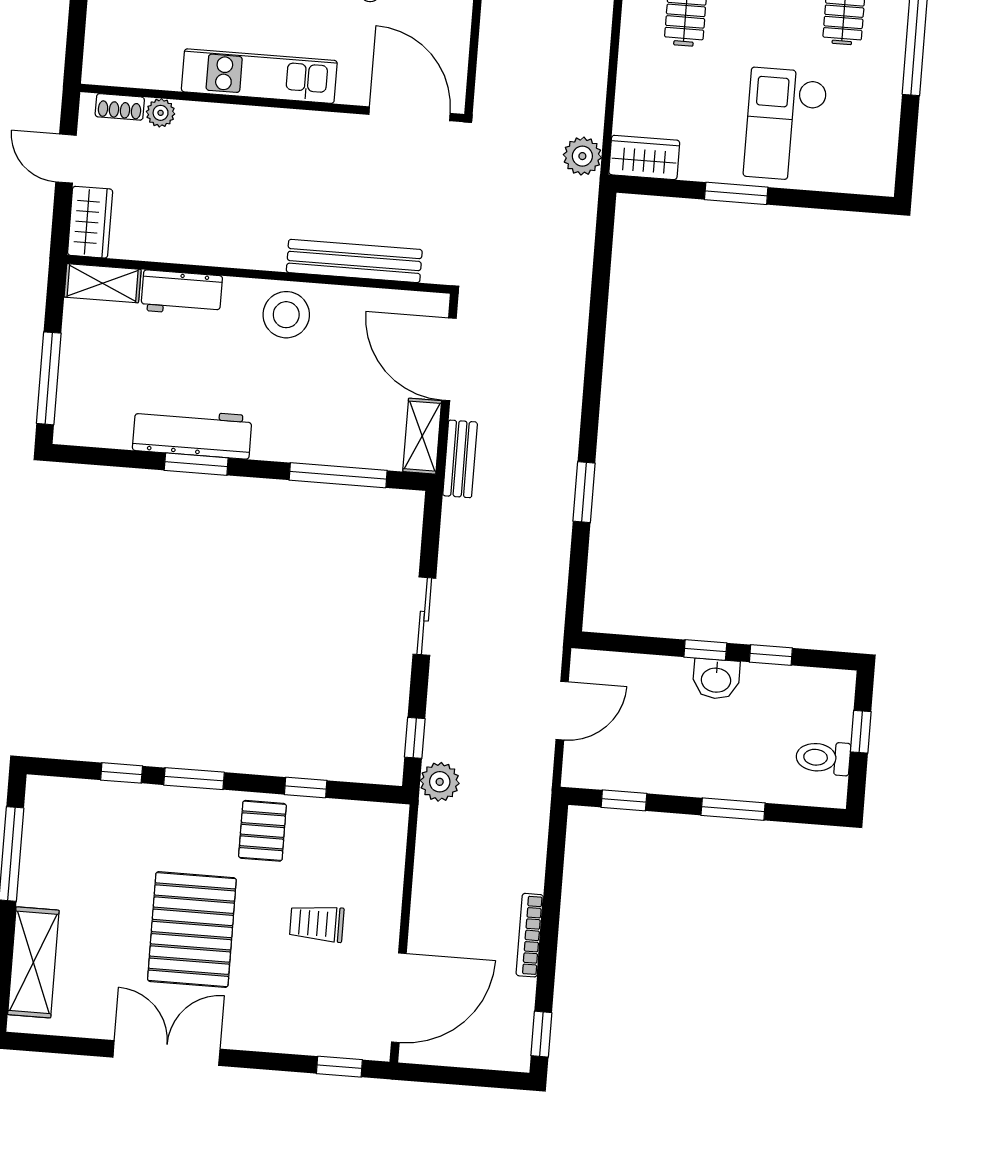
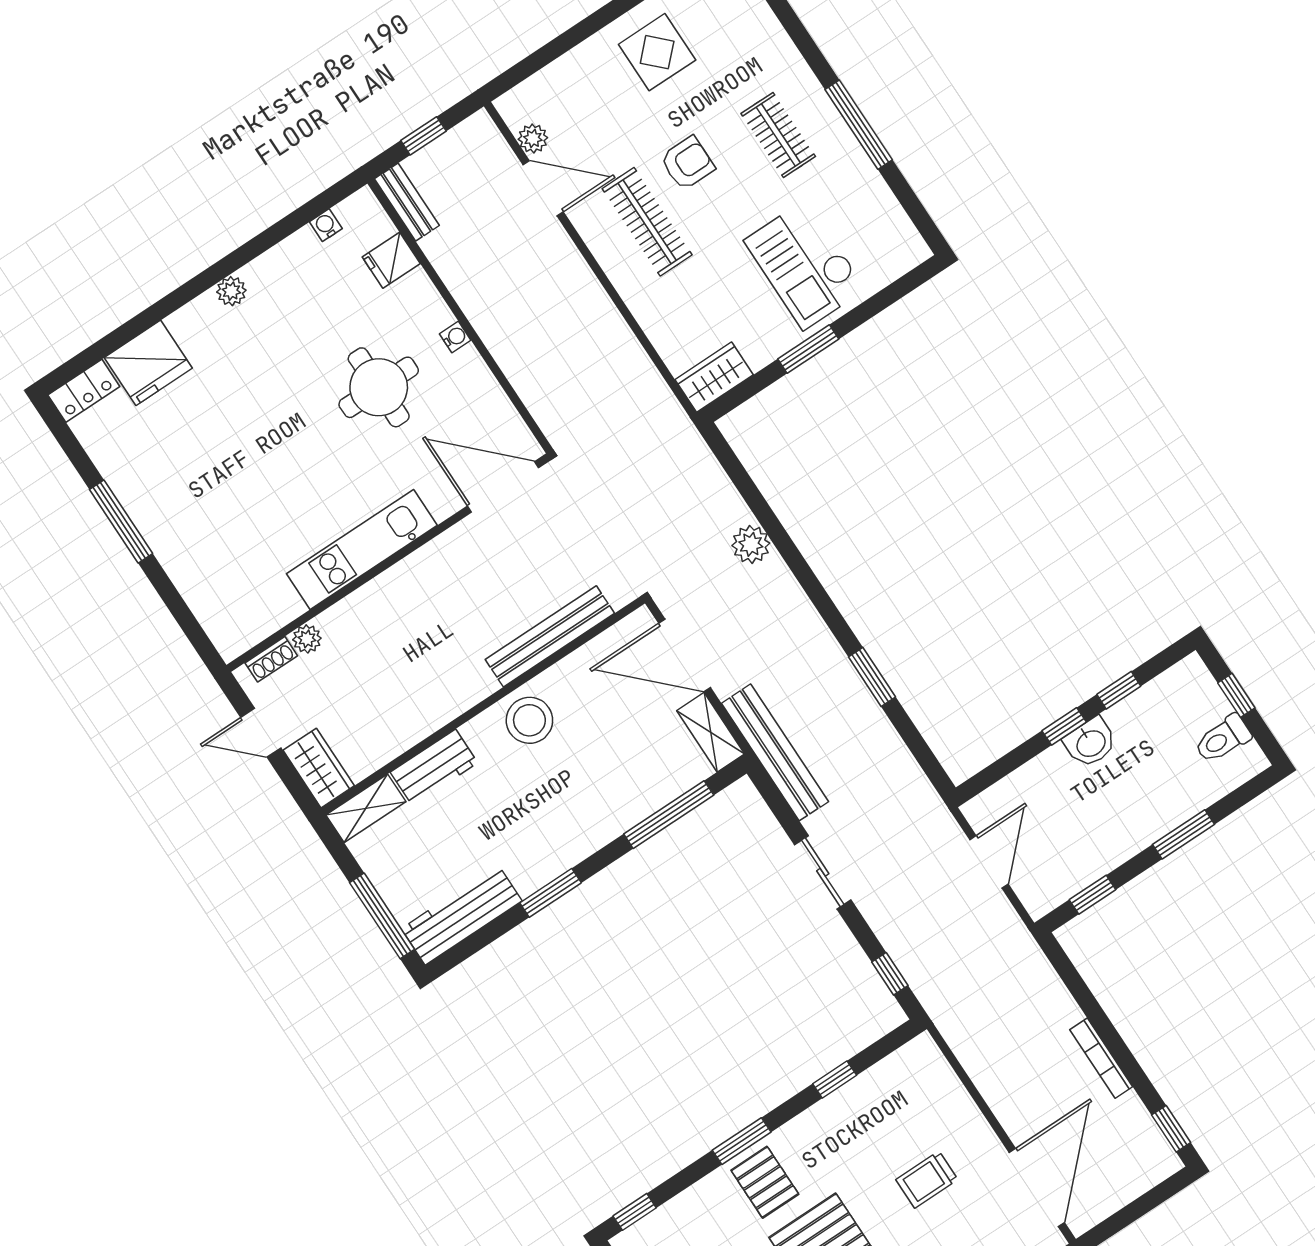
plant: (582, 156) -> (751, 544), moved
workbench: (192, 433) -> (462, 915), moved
bench: (460, 459) -> (775, 752), width x1.86, depth x1.21
window: (122, 773) -> (635, 1212), moved
plant: (440, 782) -> (936, 993), removed
pallet: (262, 831) -> (765, 1182), moved

